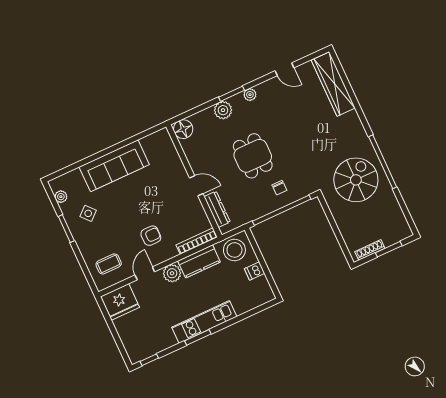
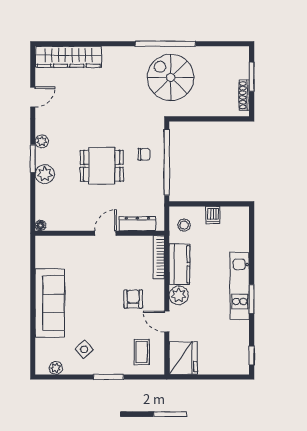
floor lamp: (183, 129) -> (41, 225), width x0.53, depth x0.53
window: (66, 229) -> (109, 377), moved
stool: (234, 250) -> (184, 225), width x0.53, depth x0.53

